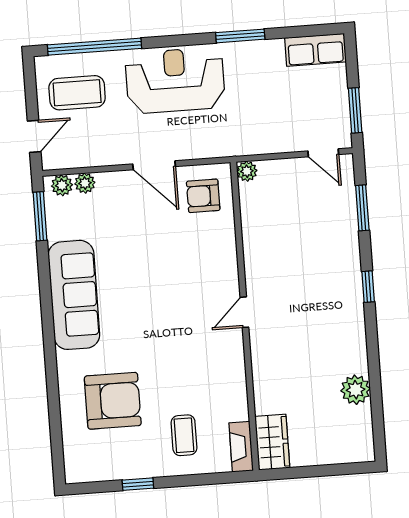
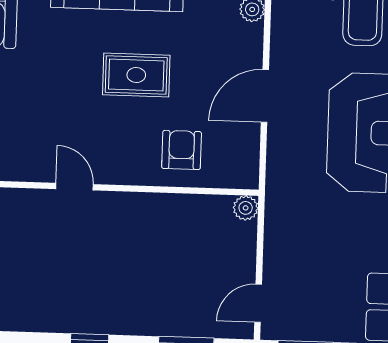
armchair: (203, 196) -> (182, 150), moved
rug: (148, 272) -> (136, 75), added

